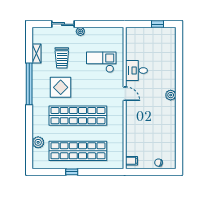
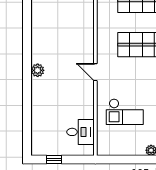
desk: (136, 71) -> (80, 132), moved

